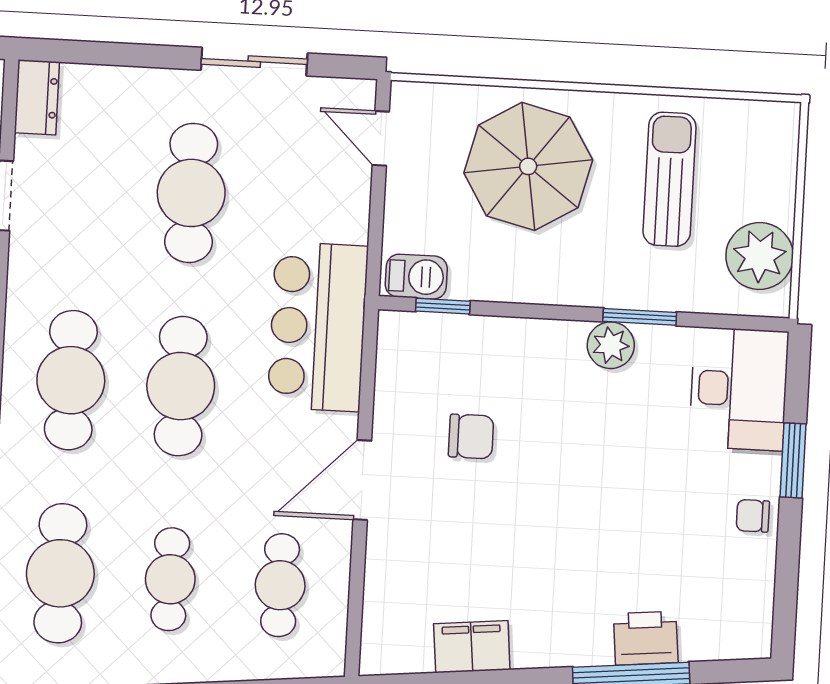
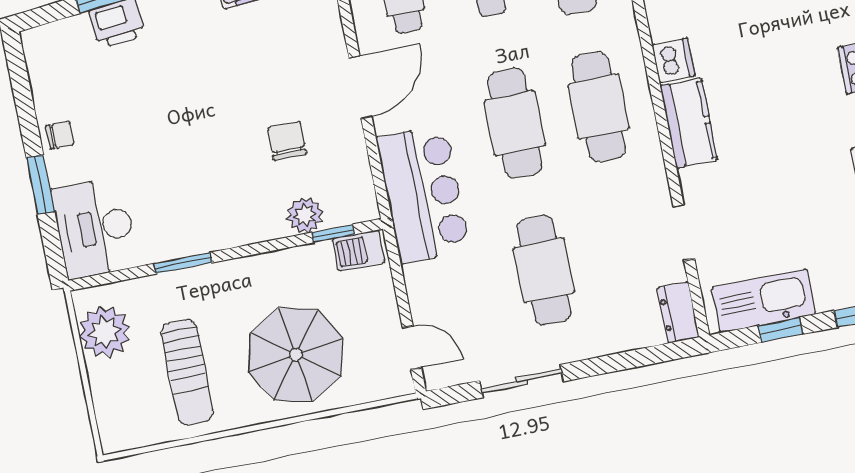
plant: (611, 345) -> (305, 215), moved
chair: (471, 436) -> (287, 141), turned 90

